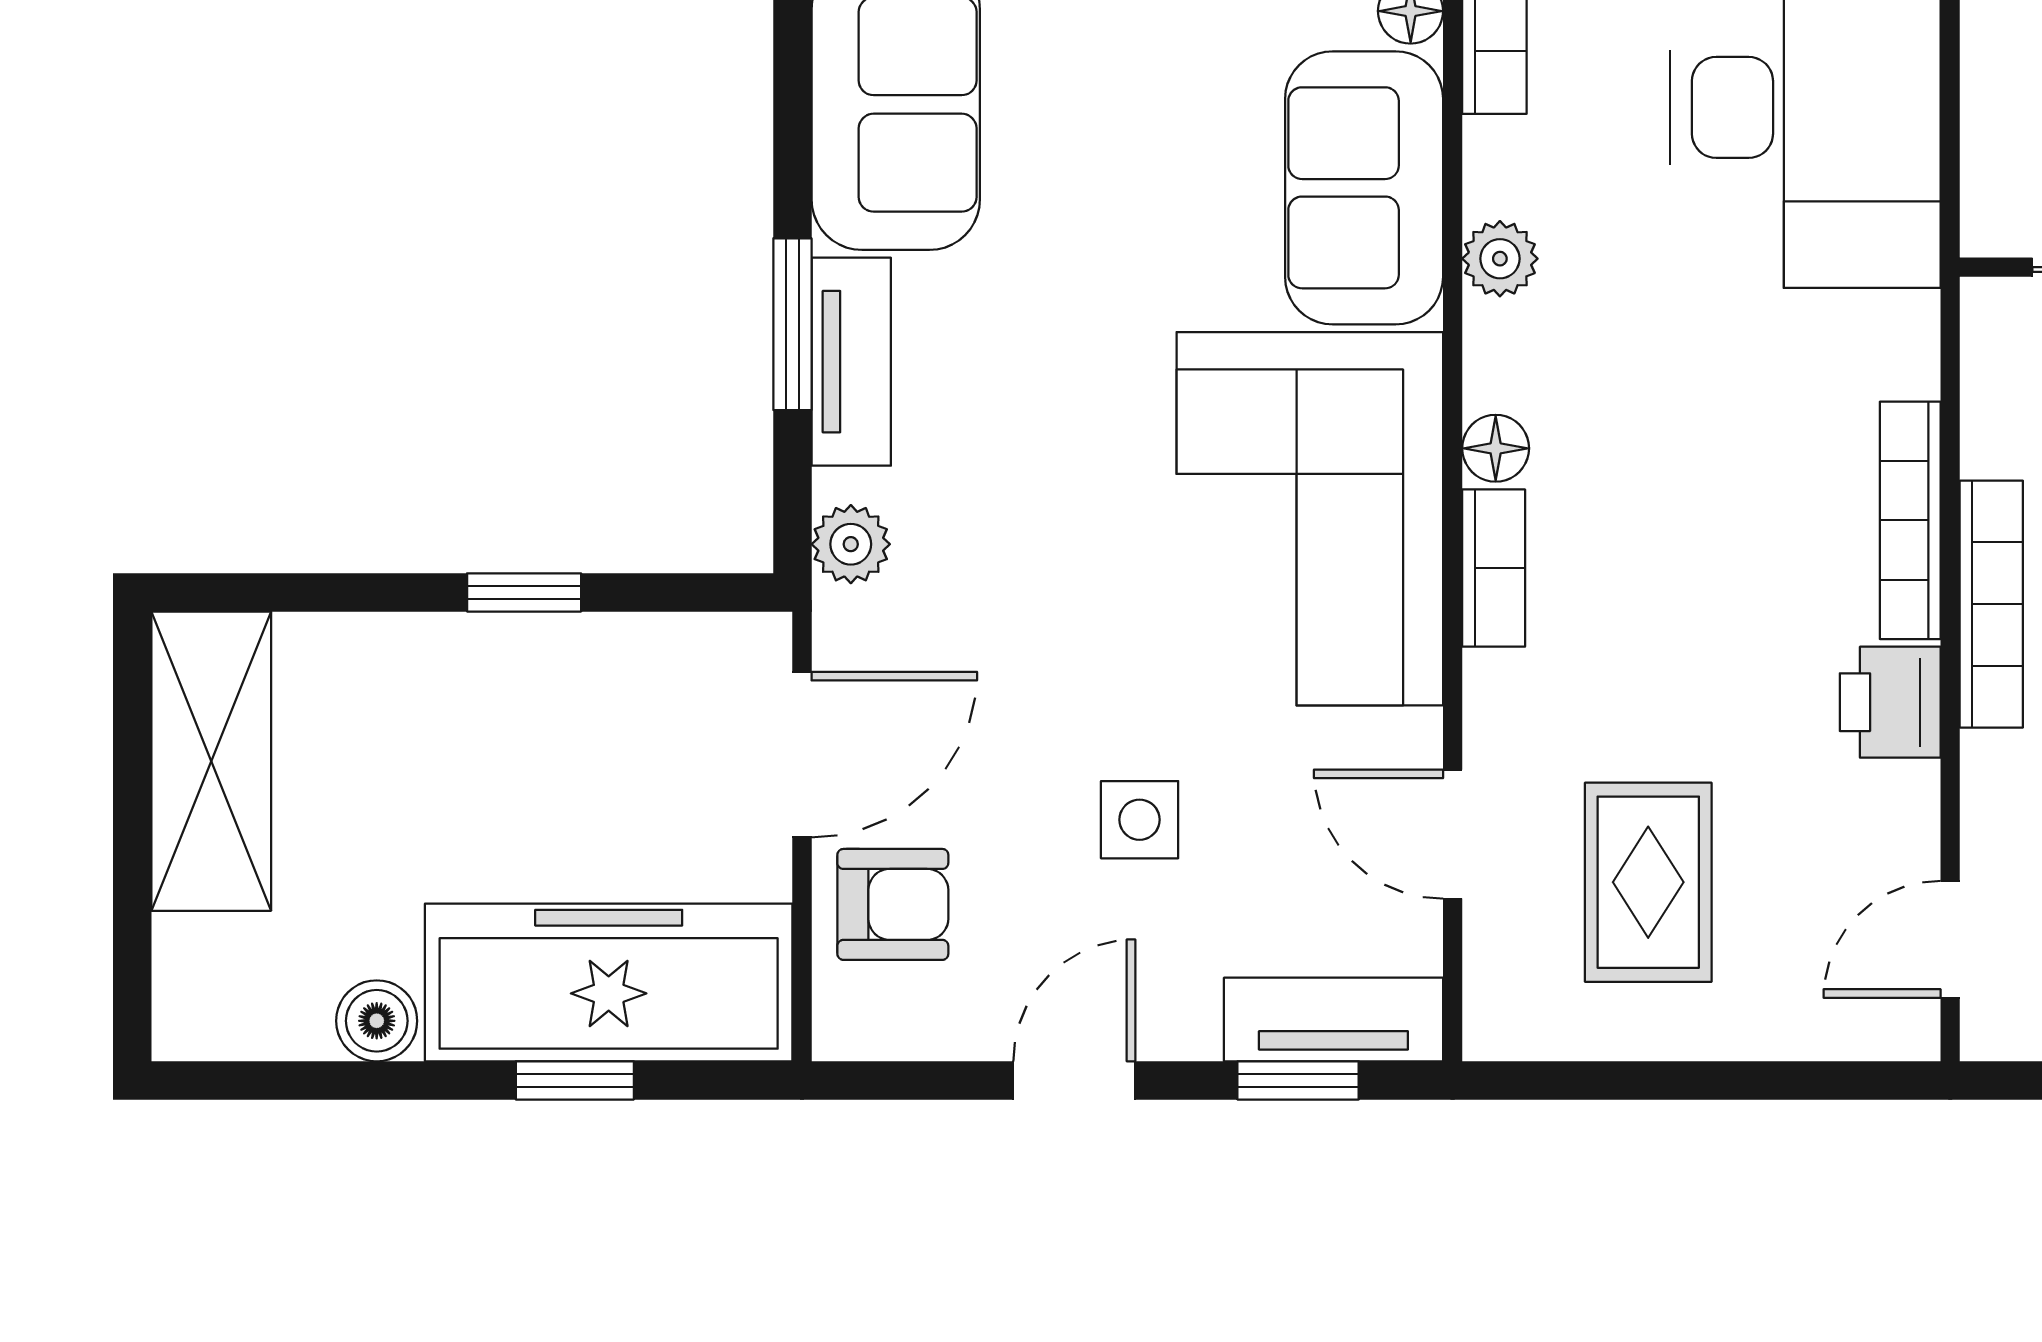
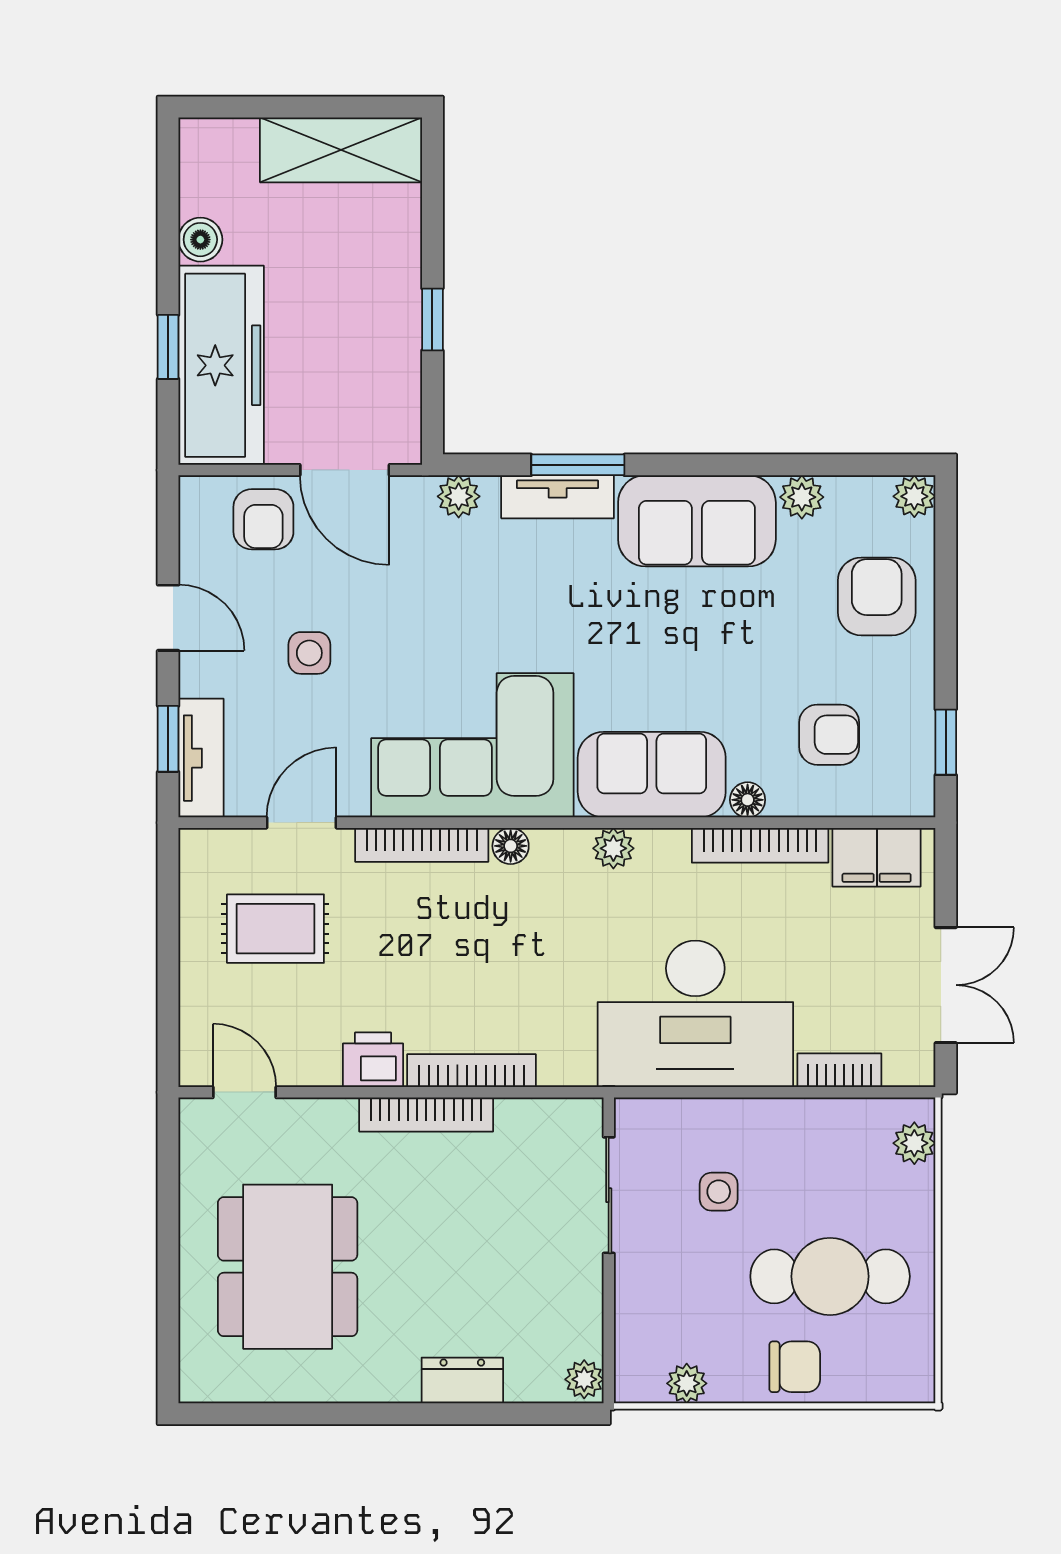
bookcase: (1494, 568) -> (422, 845), width x1.56

